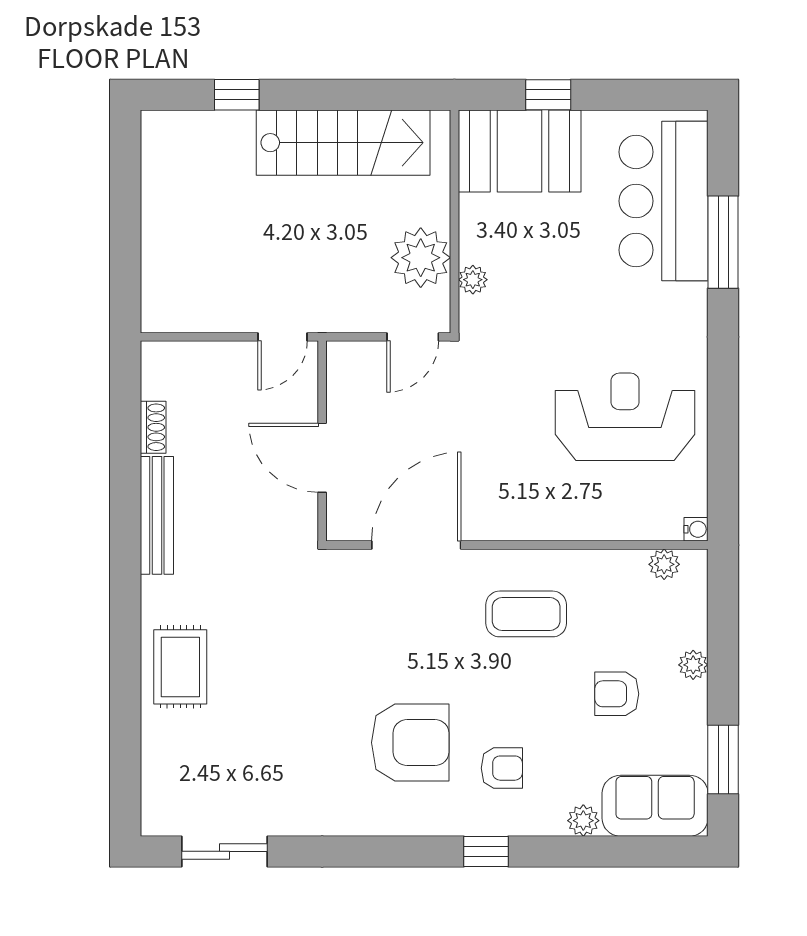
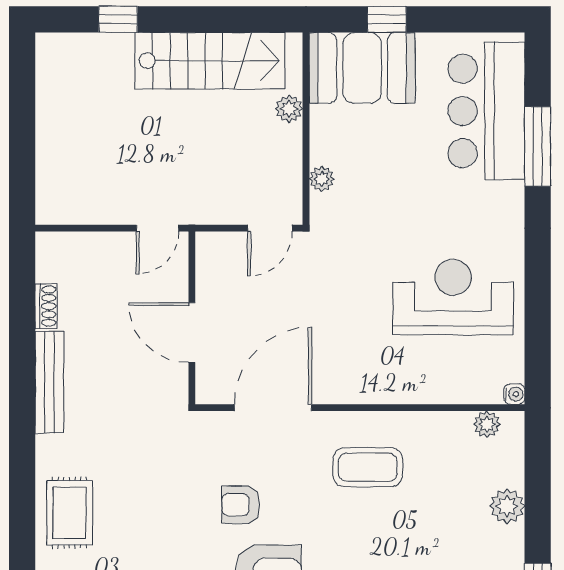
plant: (421, 258) -> (289, 109), moved, width x0.53, depth x0.53
plant: (693, 665) -> (507, 506), width x1.38, depth x1.38
armchair: (617, 694) -> (241, 505), moved

